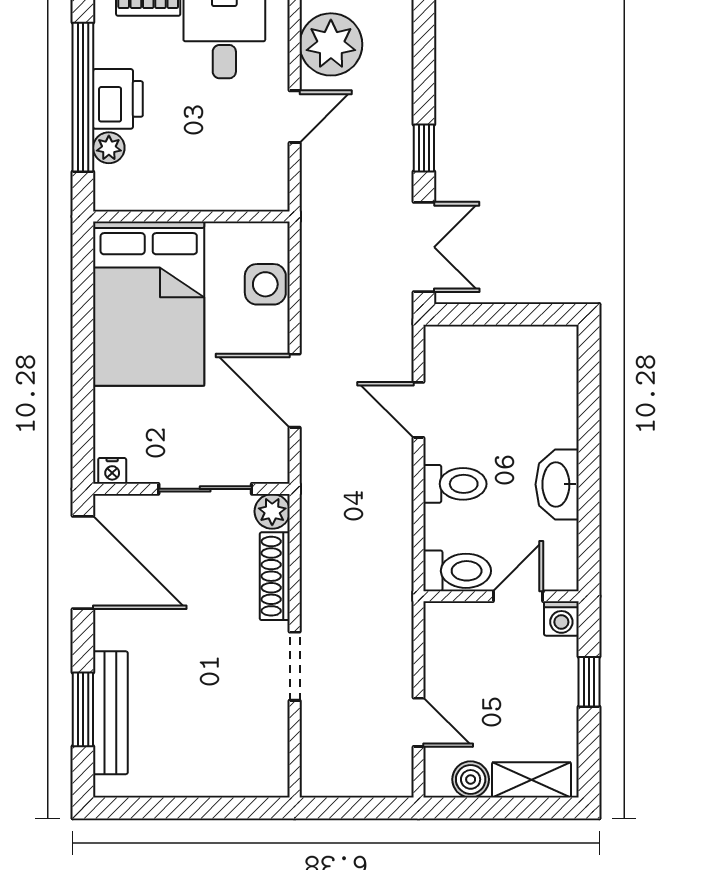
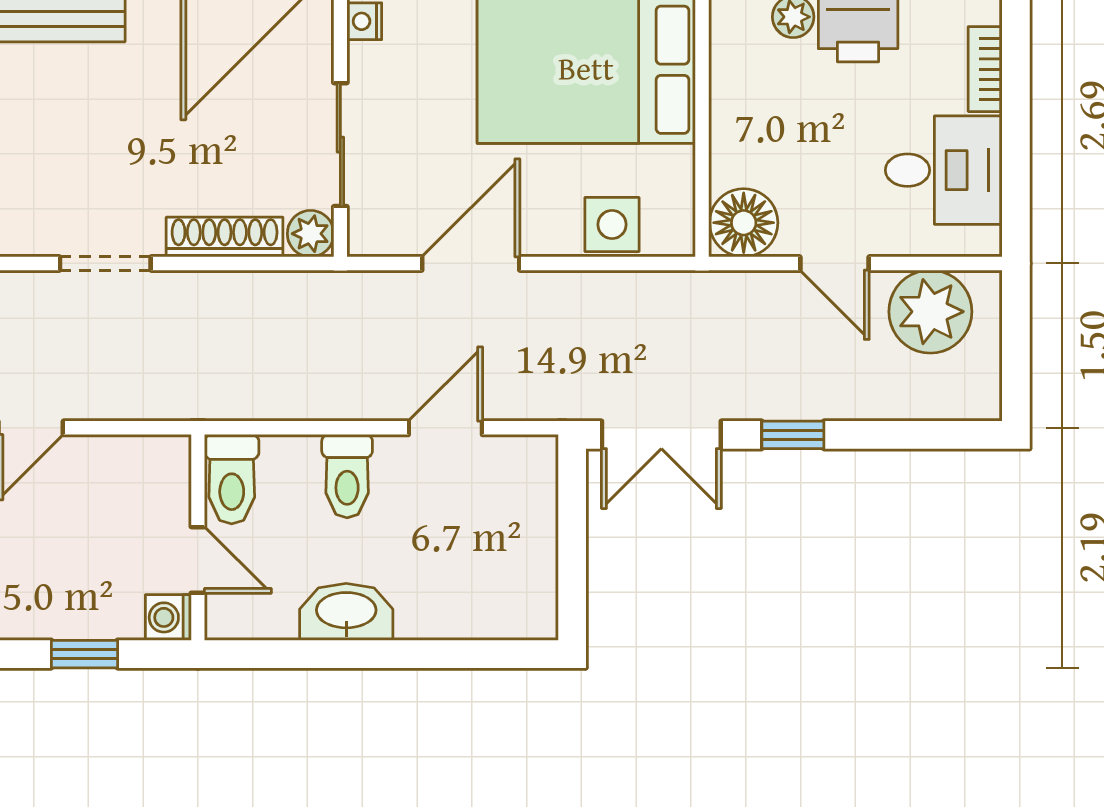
floor lamp: (264, 185) -> (744, 223), added

